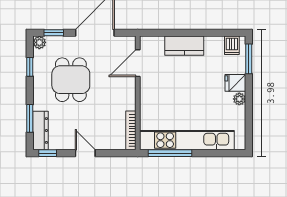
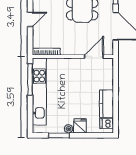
kitchen counter: (184, 46) -> (106, 104), moved
window: (249, 59) -> (59, 135), moved
door: (138, 63) -> (94, 57), hinge flipped

